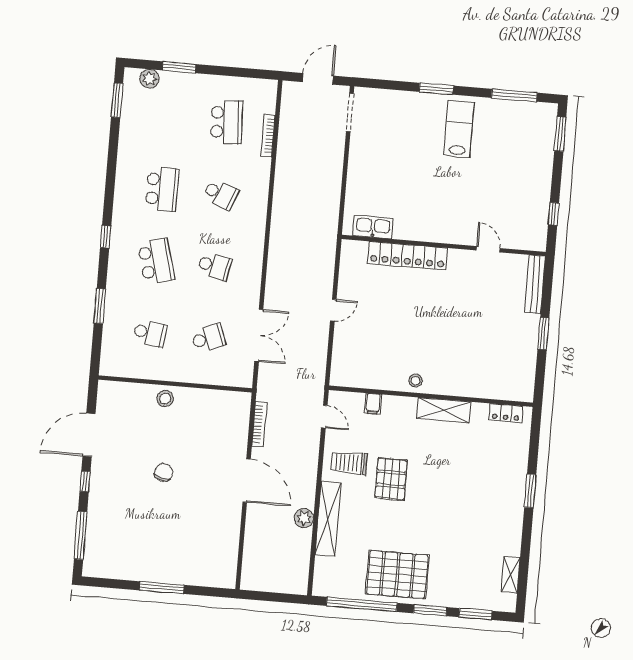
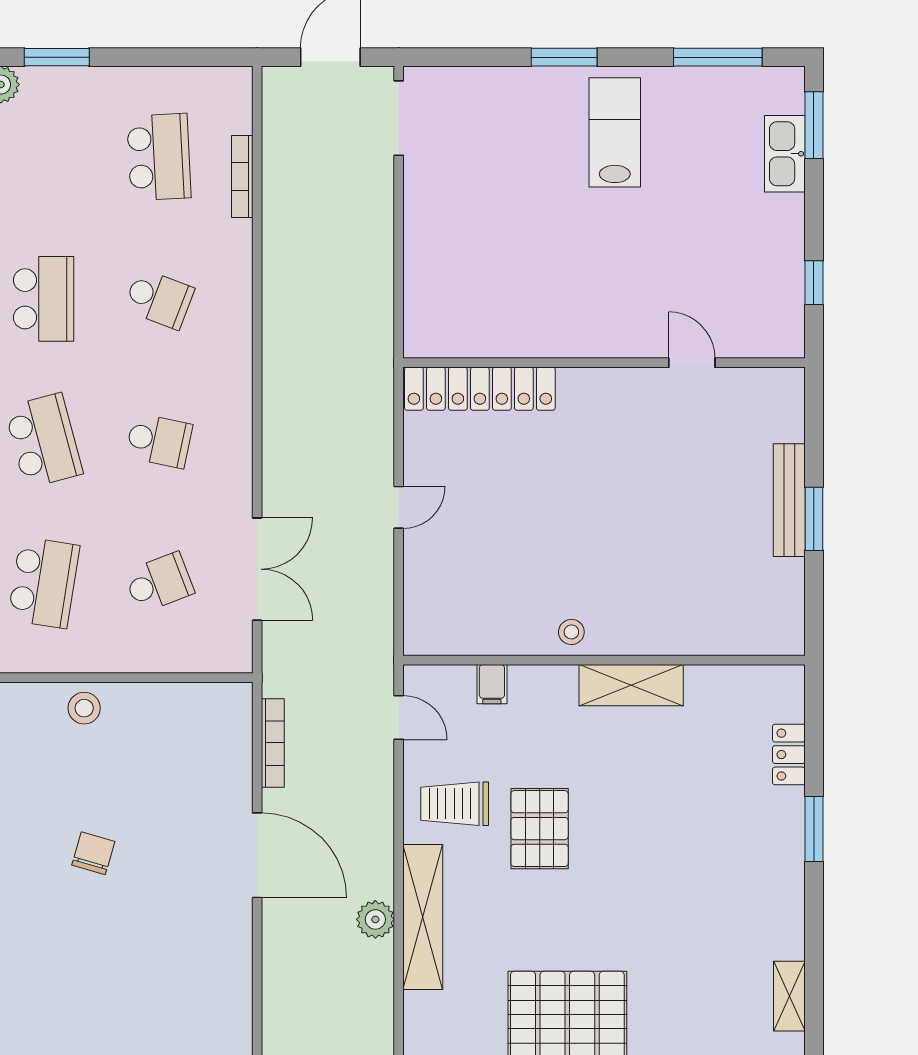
kitchen sink: (373, 227) -> (785, 154), moved, turned -90
locker: (408, 256) -> (480, 389), moved
bench: (535, 284) -> (789, 500), moved
school desk: (150, 333) -> (44, 583), width x1.85
locker: (506, 413) -> (789, 755), moved, turned 90

